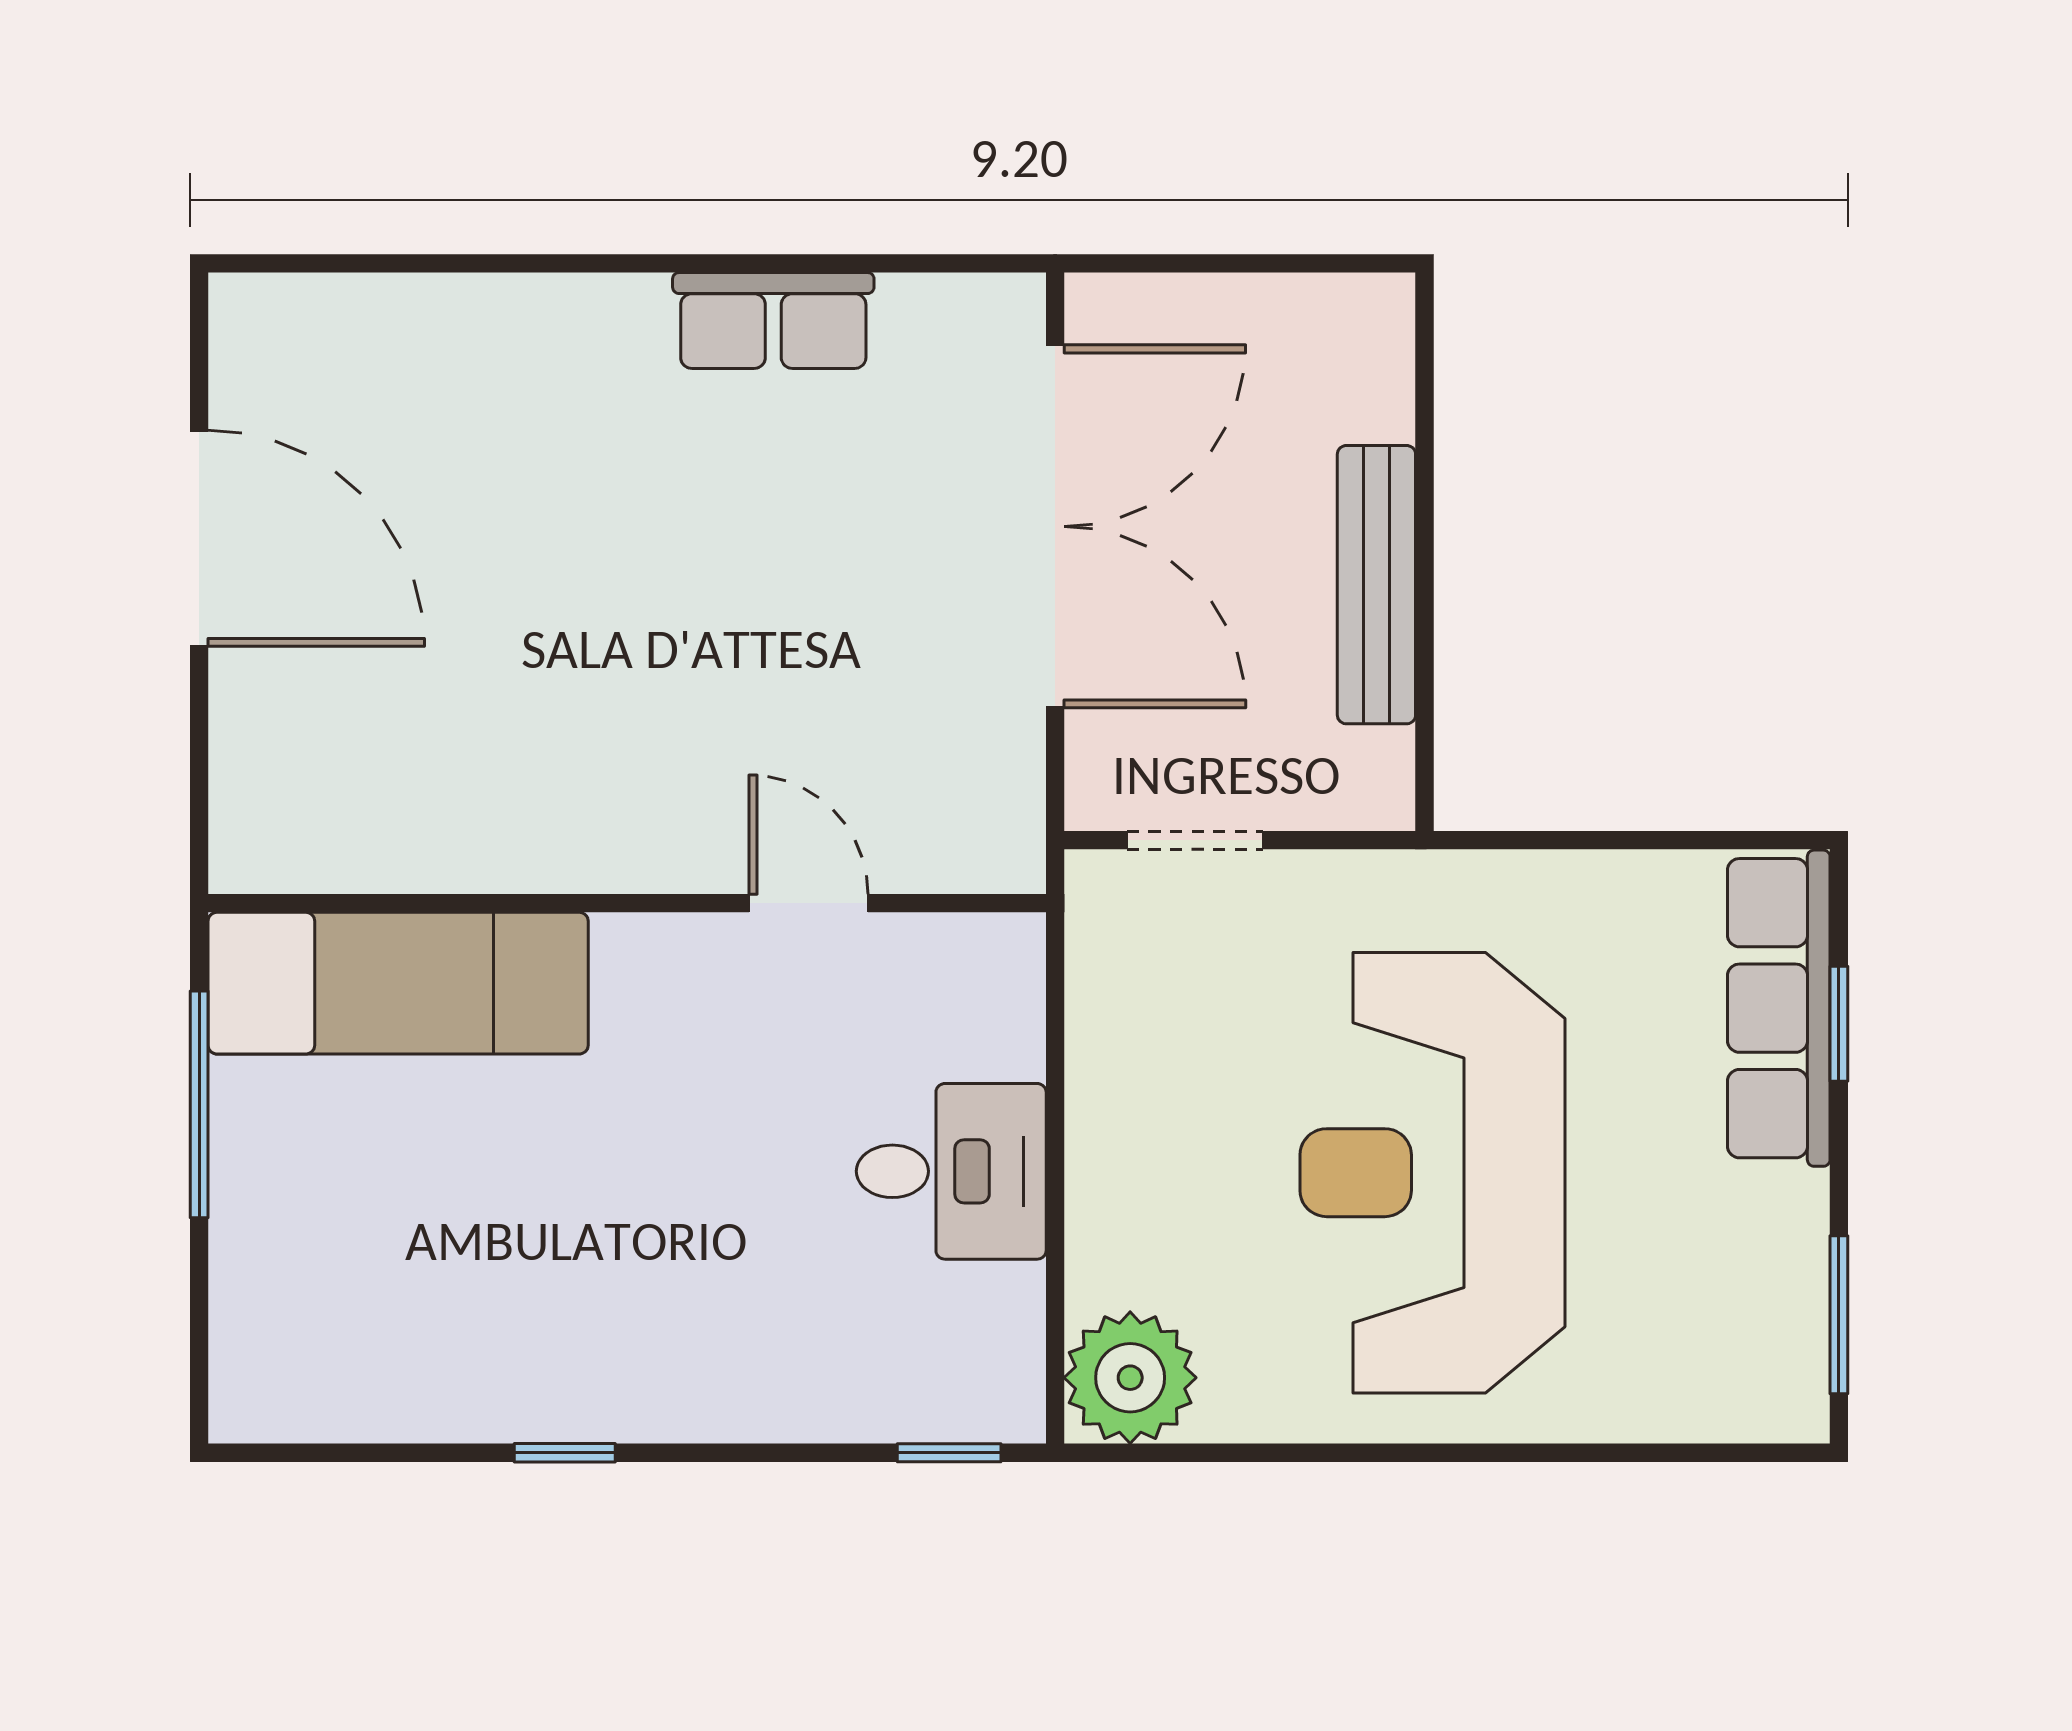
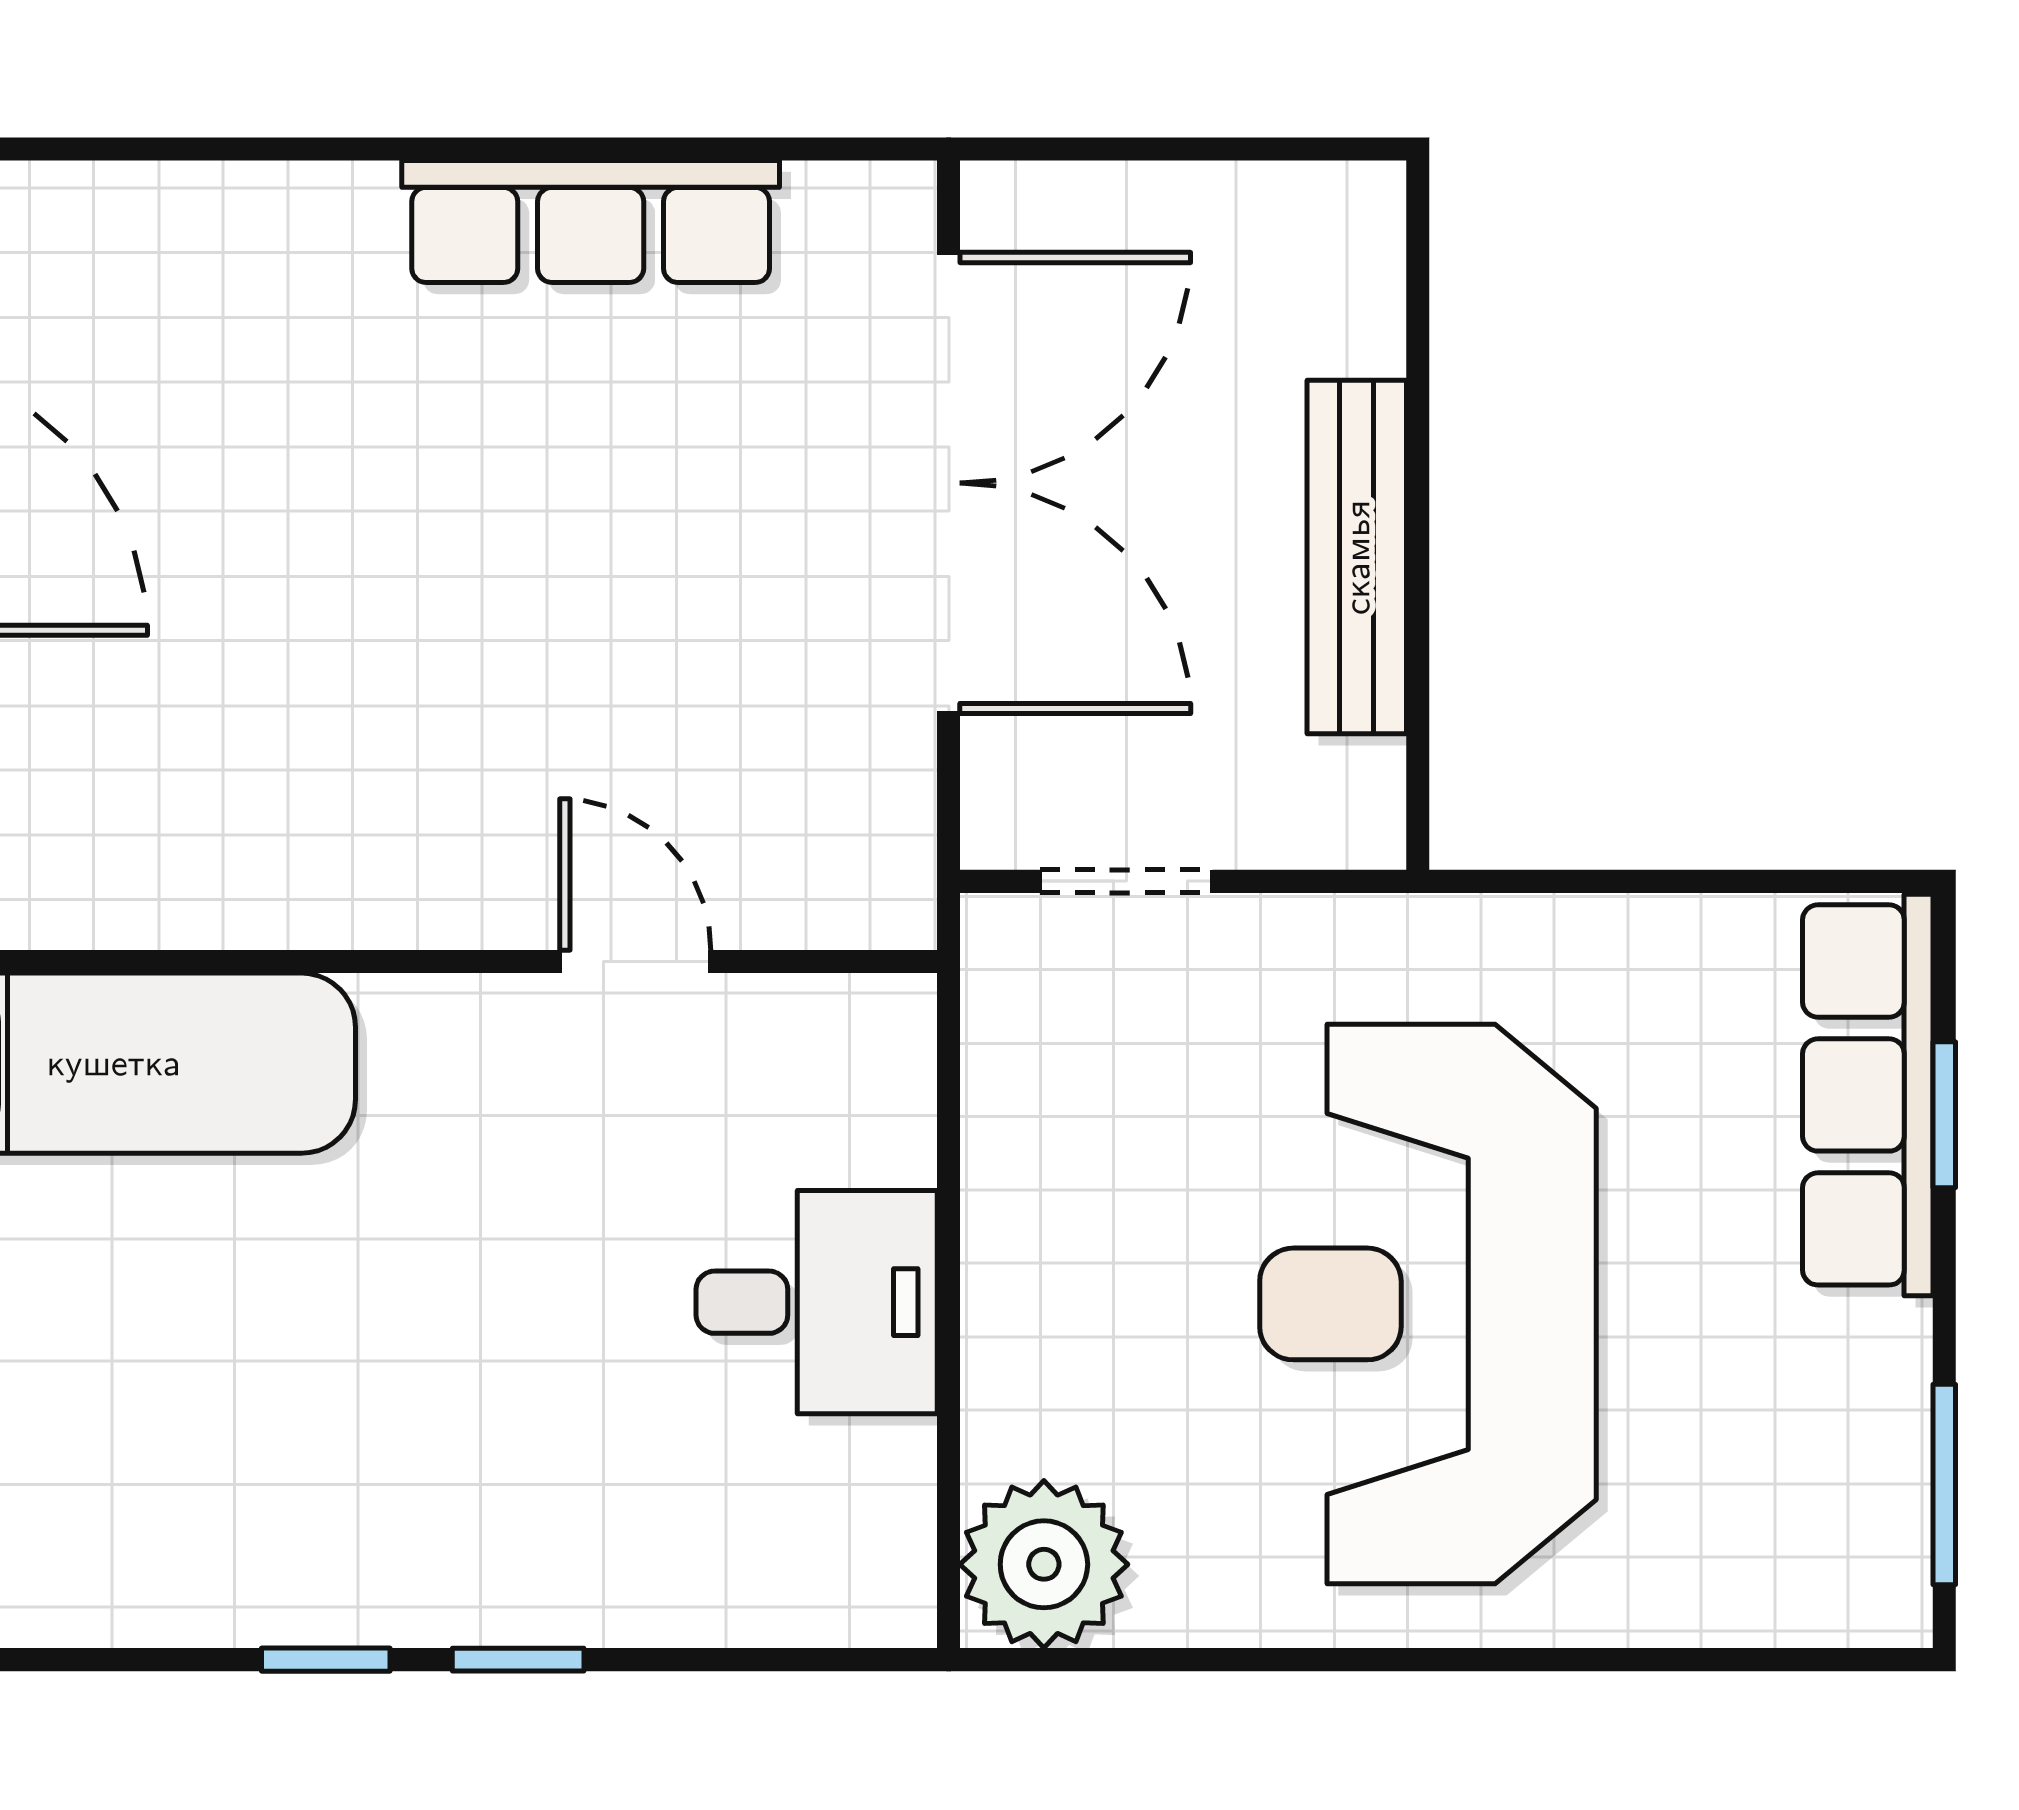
row of seats: (773, 321) -> (591, 222), width x1.48
window: (949, 1453) -> (518, 1660), moved

